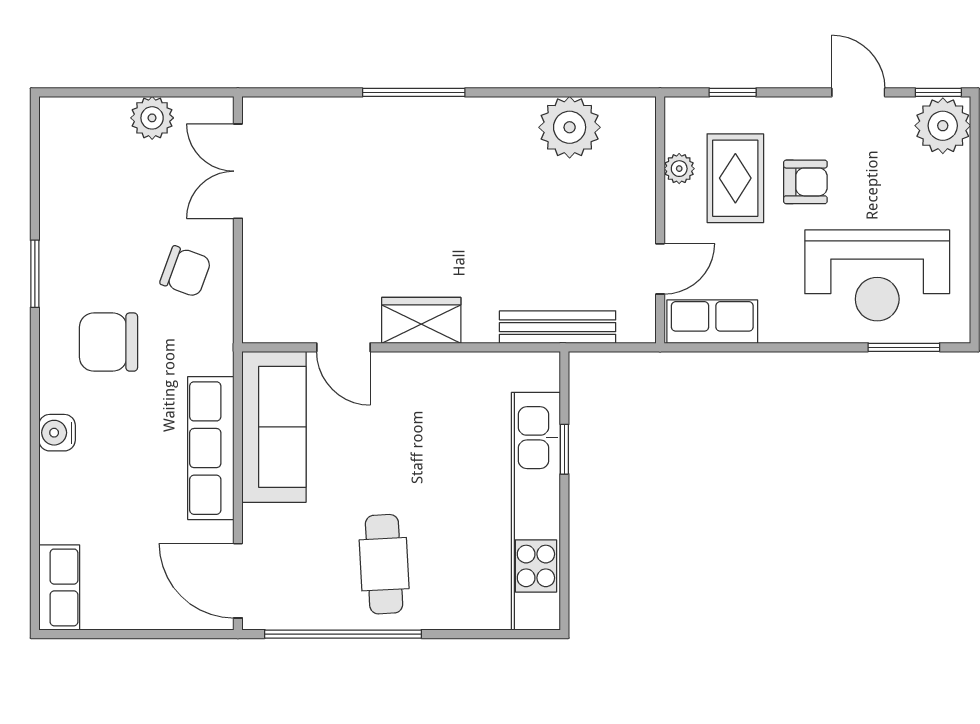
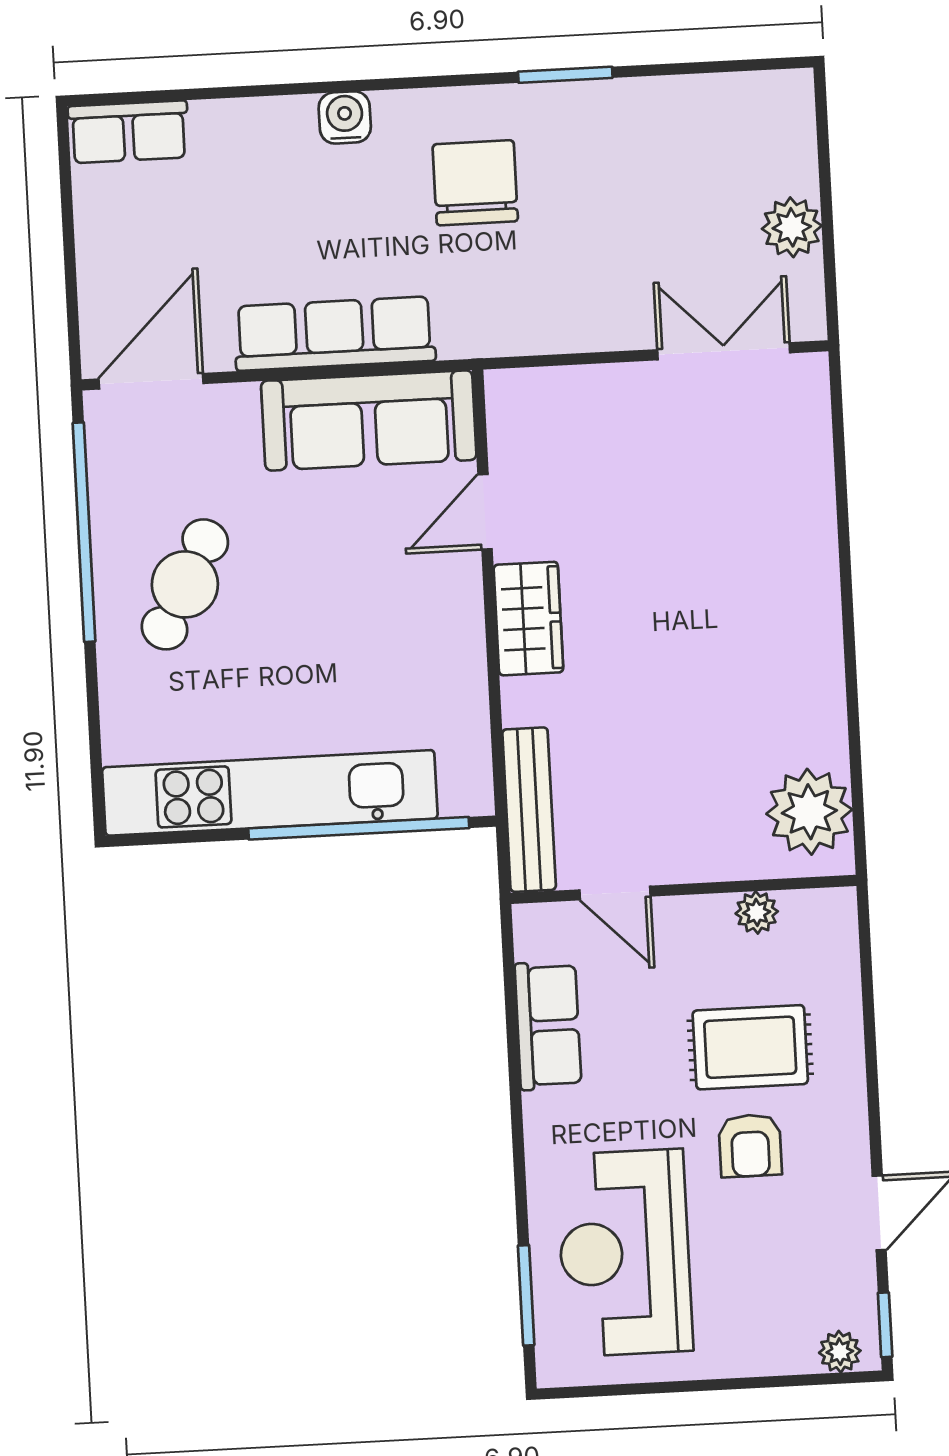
window: (414, 92) -> (847, 591), removed
window: (733, 92) -> (870, 1037), removed
plant: (943, 126) -> (840, 1352), width x0.53, depth x0.53
plant: (679, 169) -> (757, 912), moved
wall: (660, 220) -> (684, 889), moved
door: (660, 269) -> (615, 893), moved
chair: (186, 271) -> (580, 285), removed
window: (564, 449) -> (359, 828), width x3.17
cafe table: (384, 564) -> (185, 584), turned -59

